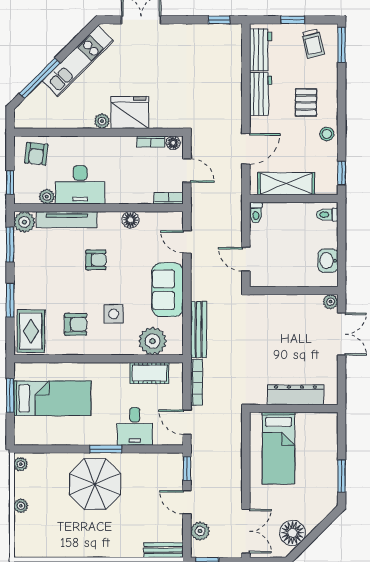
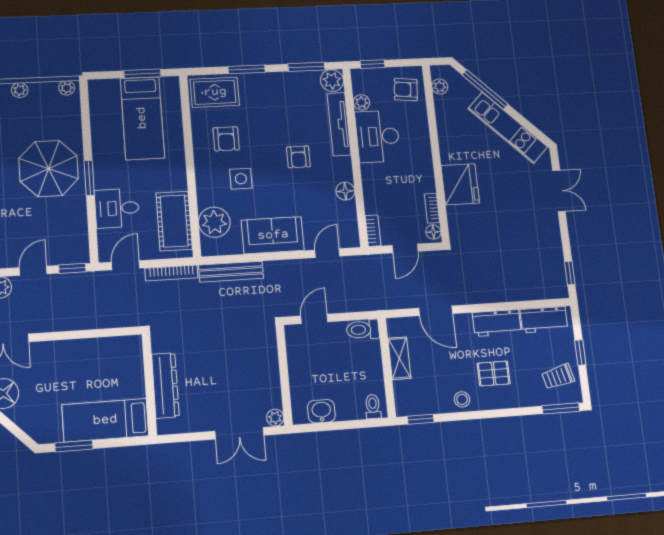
plant: (102, 121) -> (440, 87), moved
shelving: (286, 184) -> (399, 358), width x0.67, depth x0.75
toilet: (256, 213) -> (363, 330), width x1.37, depth x1.39
cot: (149, 373) -> (174, 221), width x1.37, depth x1.34
bed: (278, 448) -> (105, 420), moved

